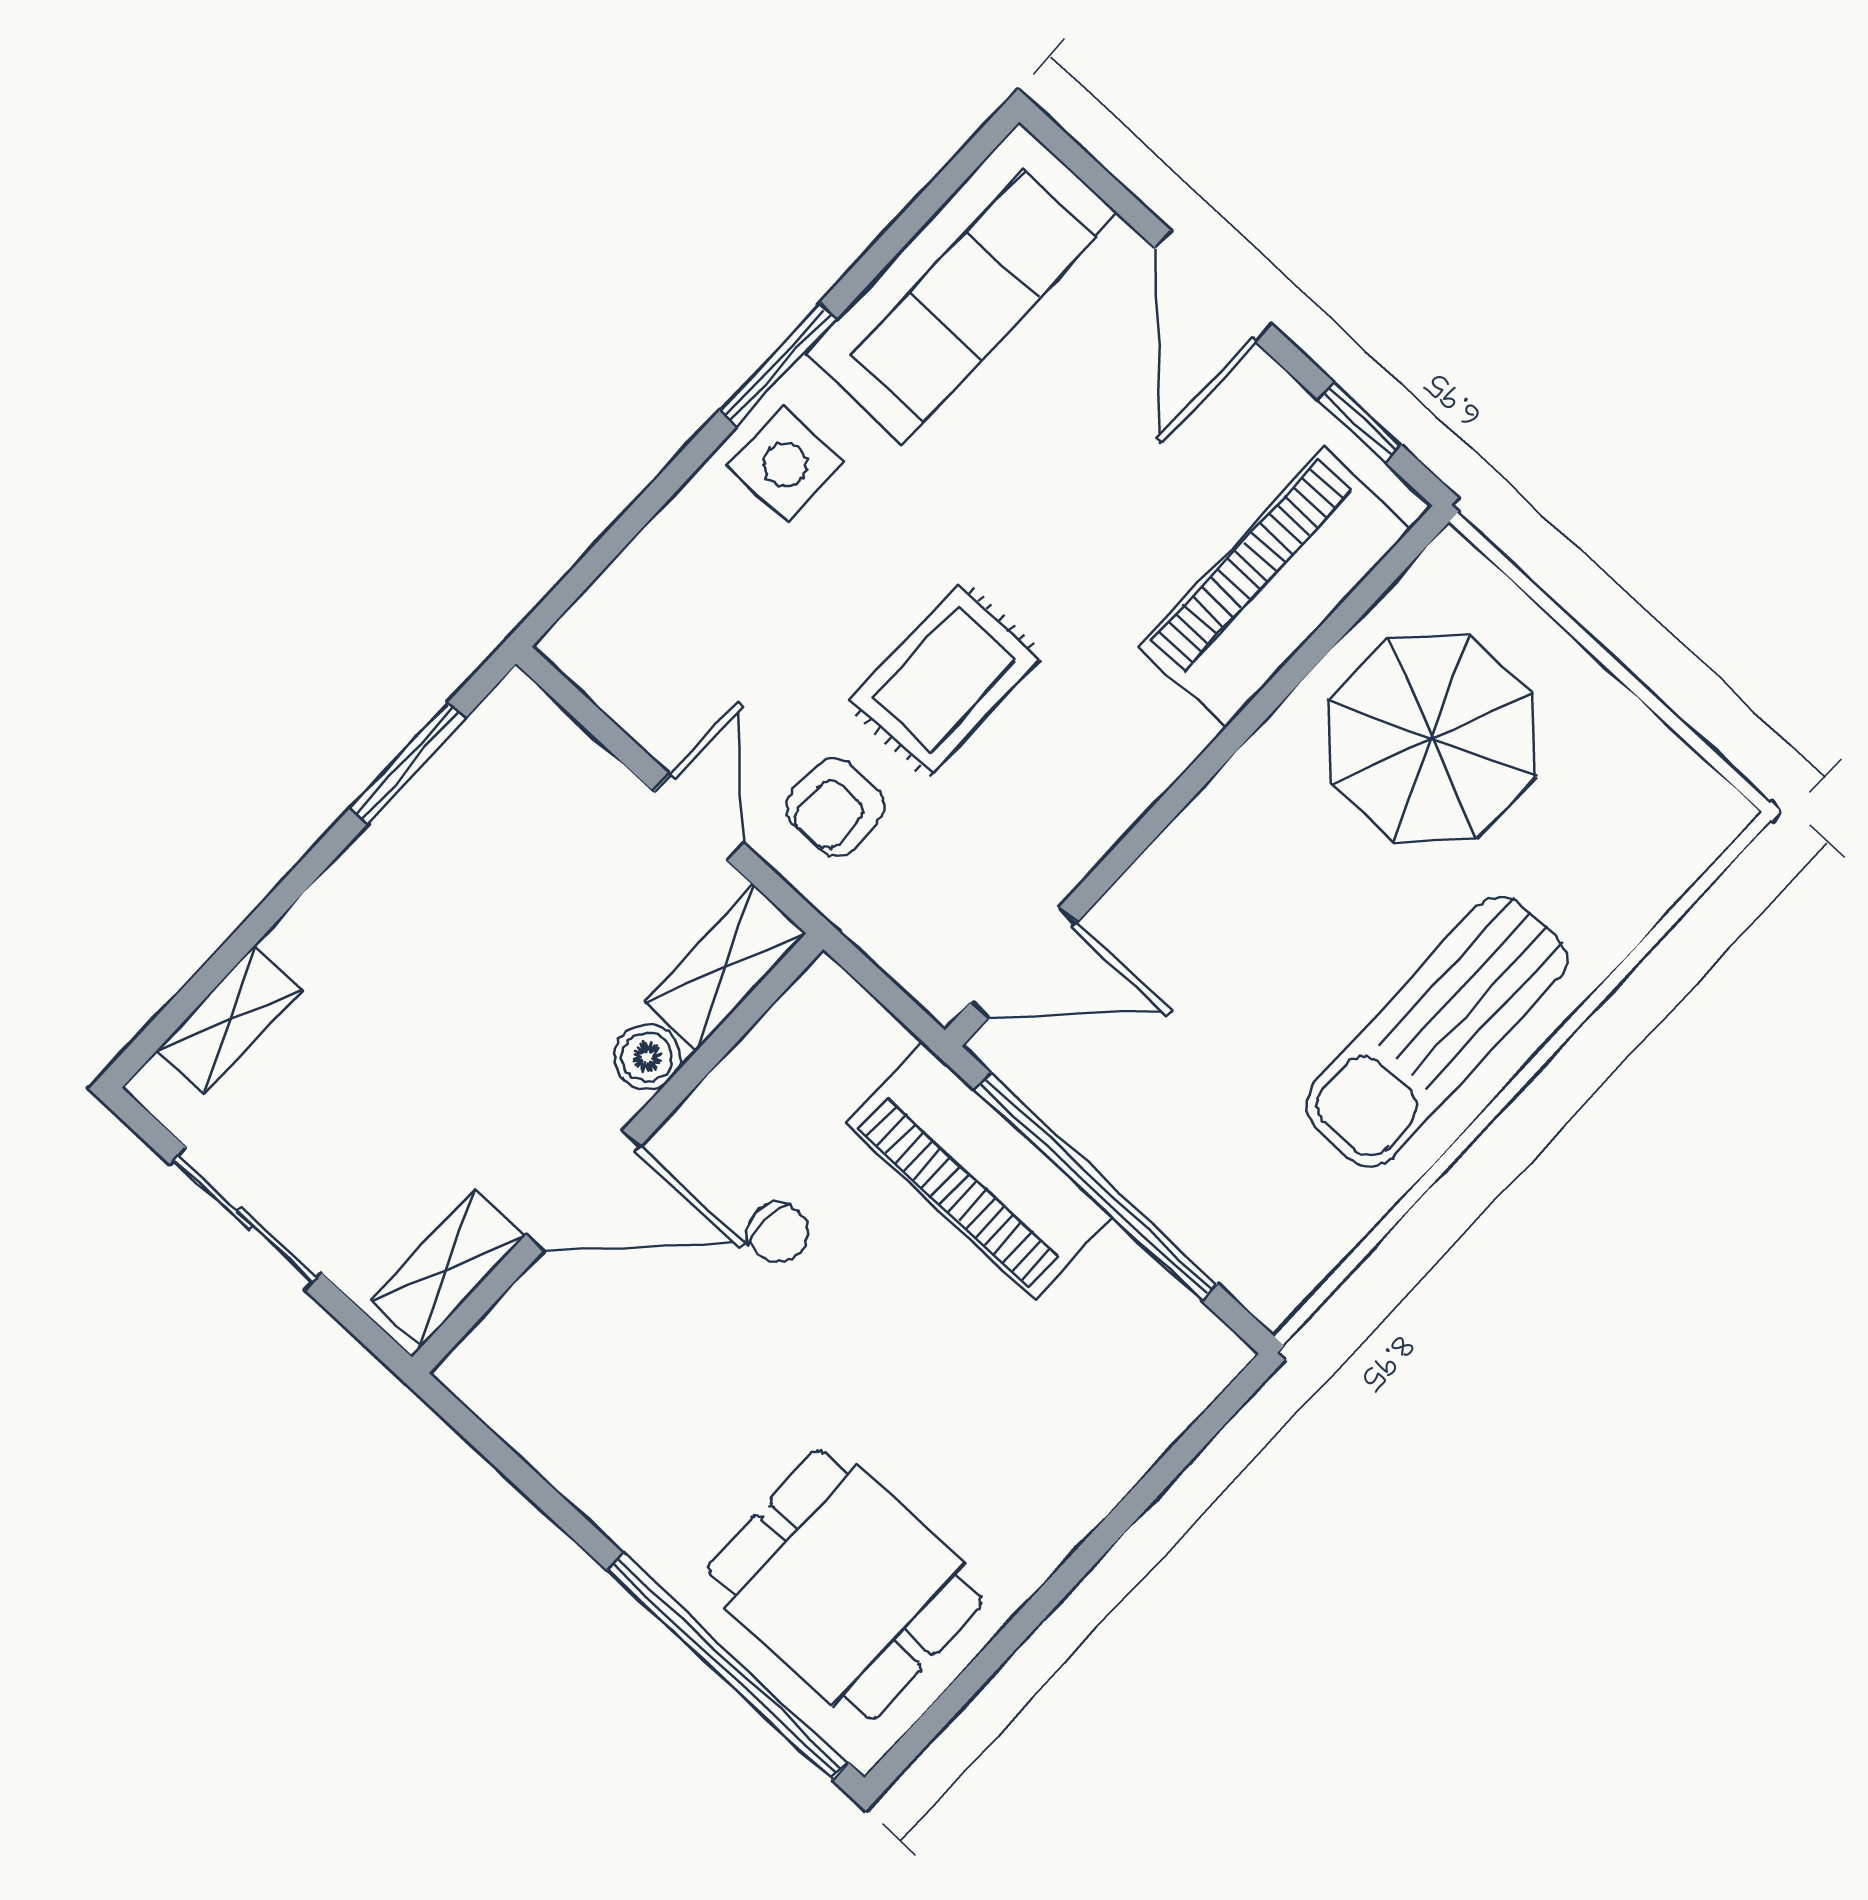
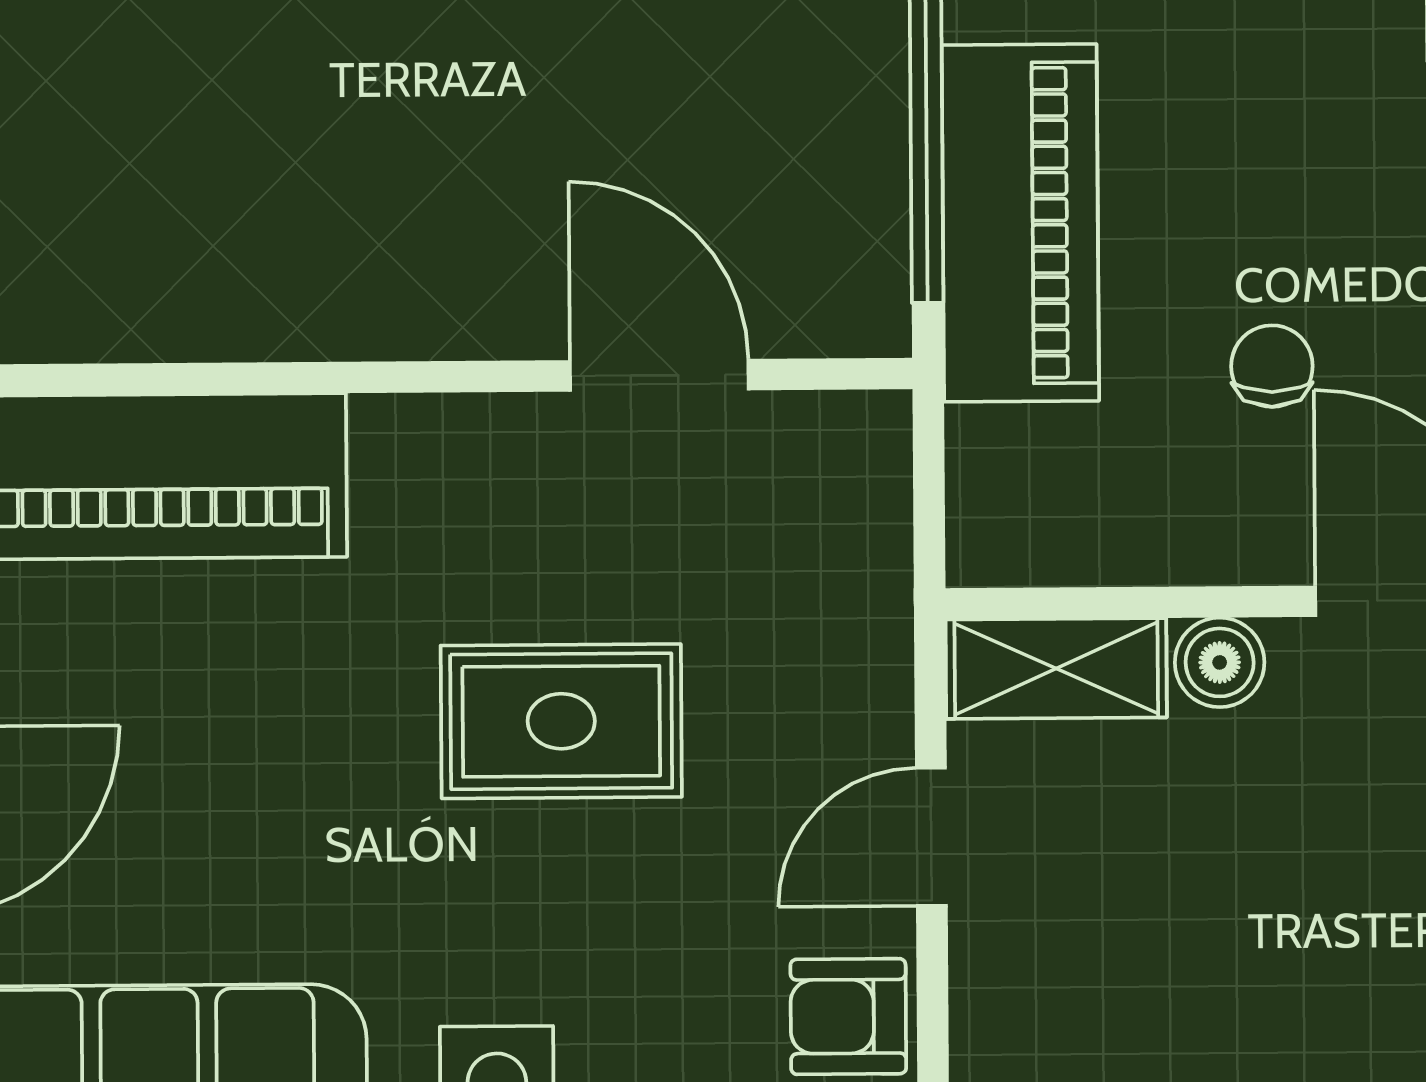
parasol: (1432, 739) -> (161, 177), removed
armchair: (835, 807) -> (848, 1017), moved, turned 180
door: (1024, 962) -> (659, 375), moved

